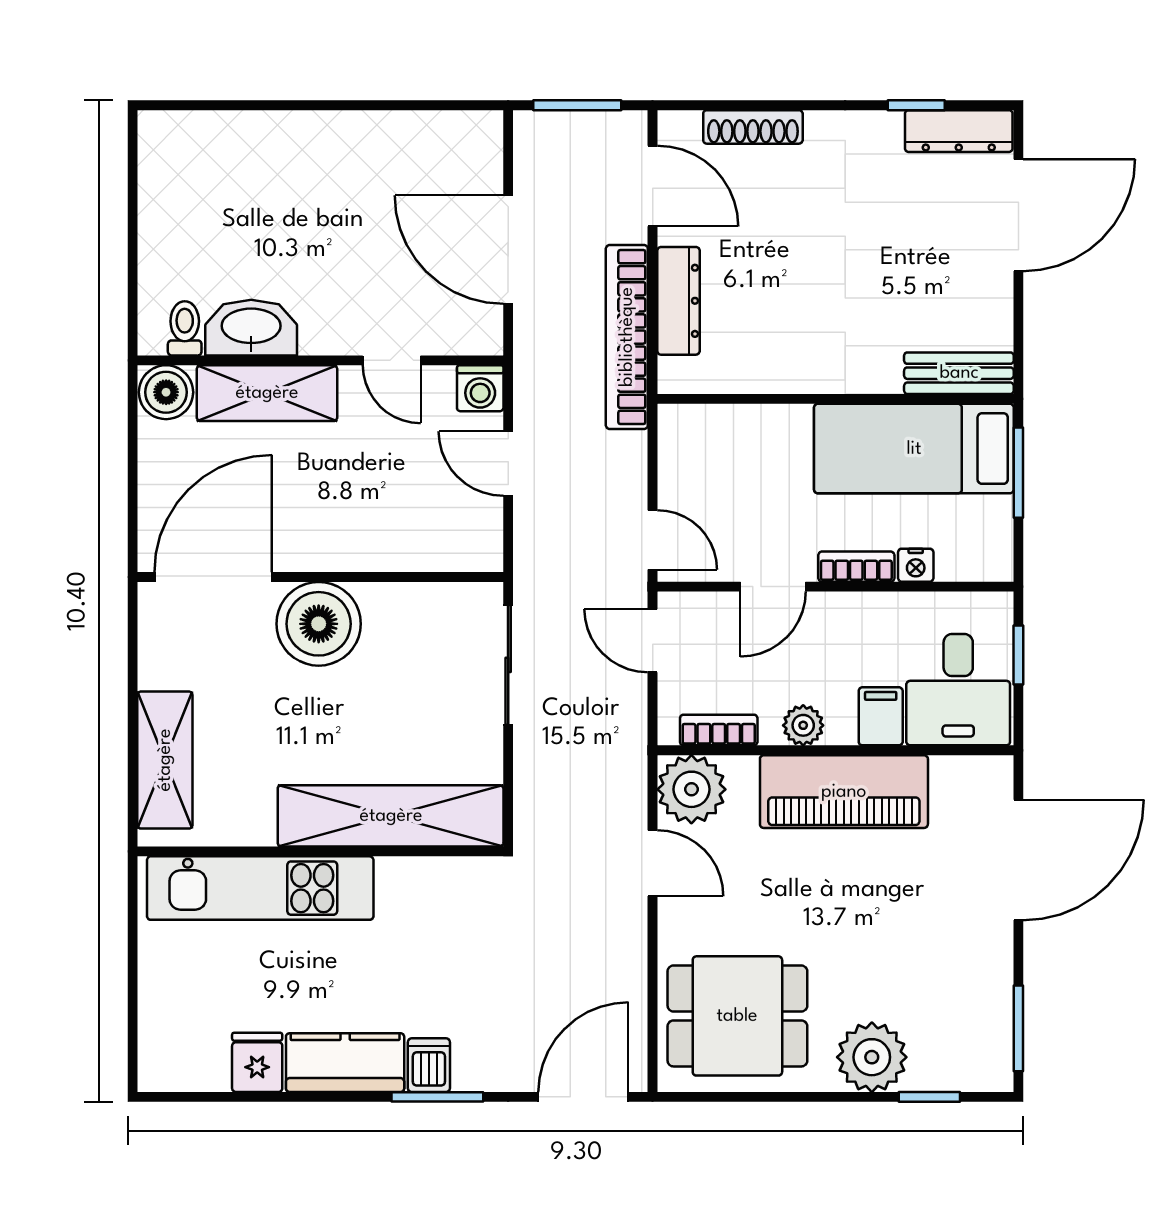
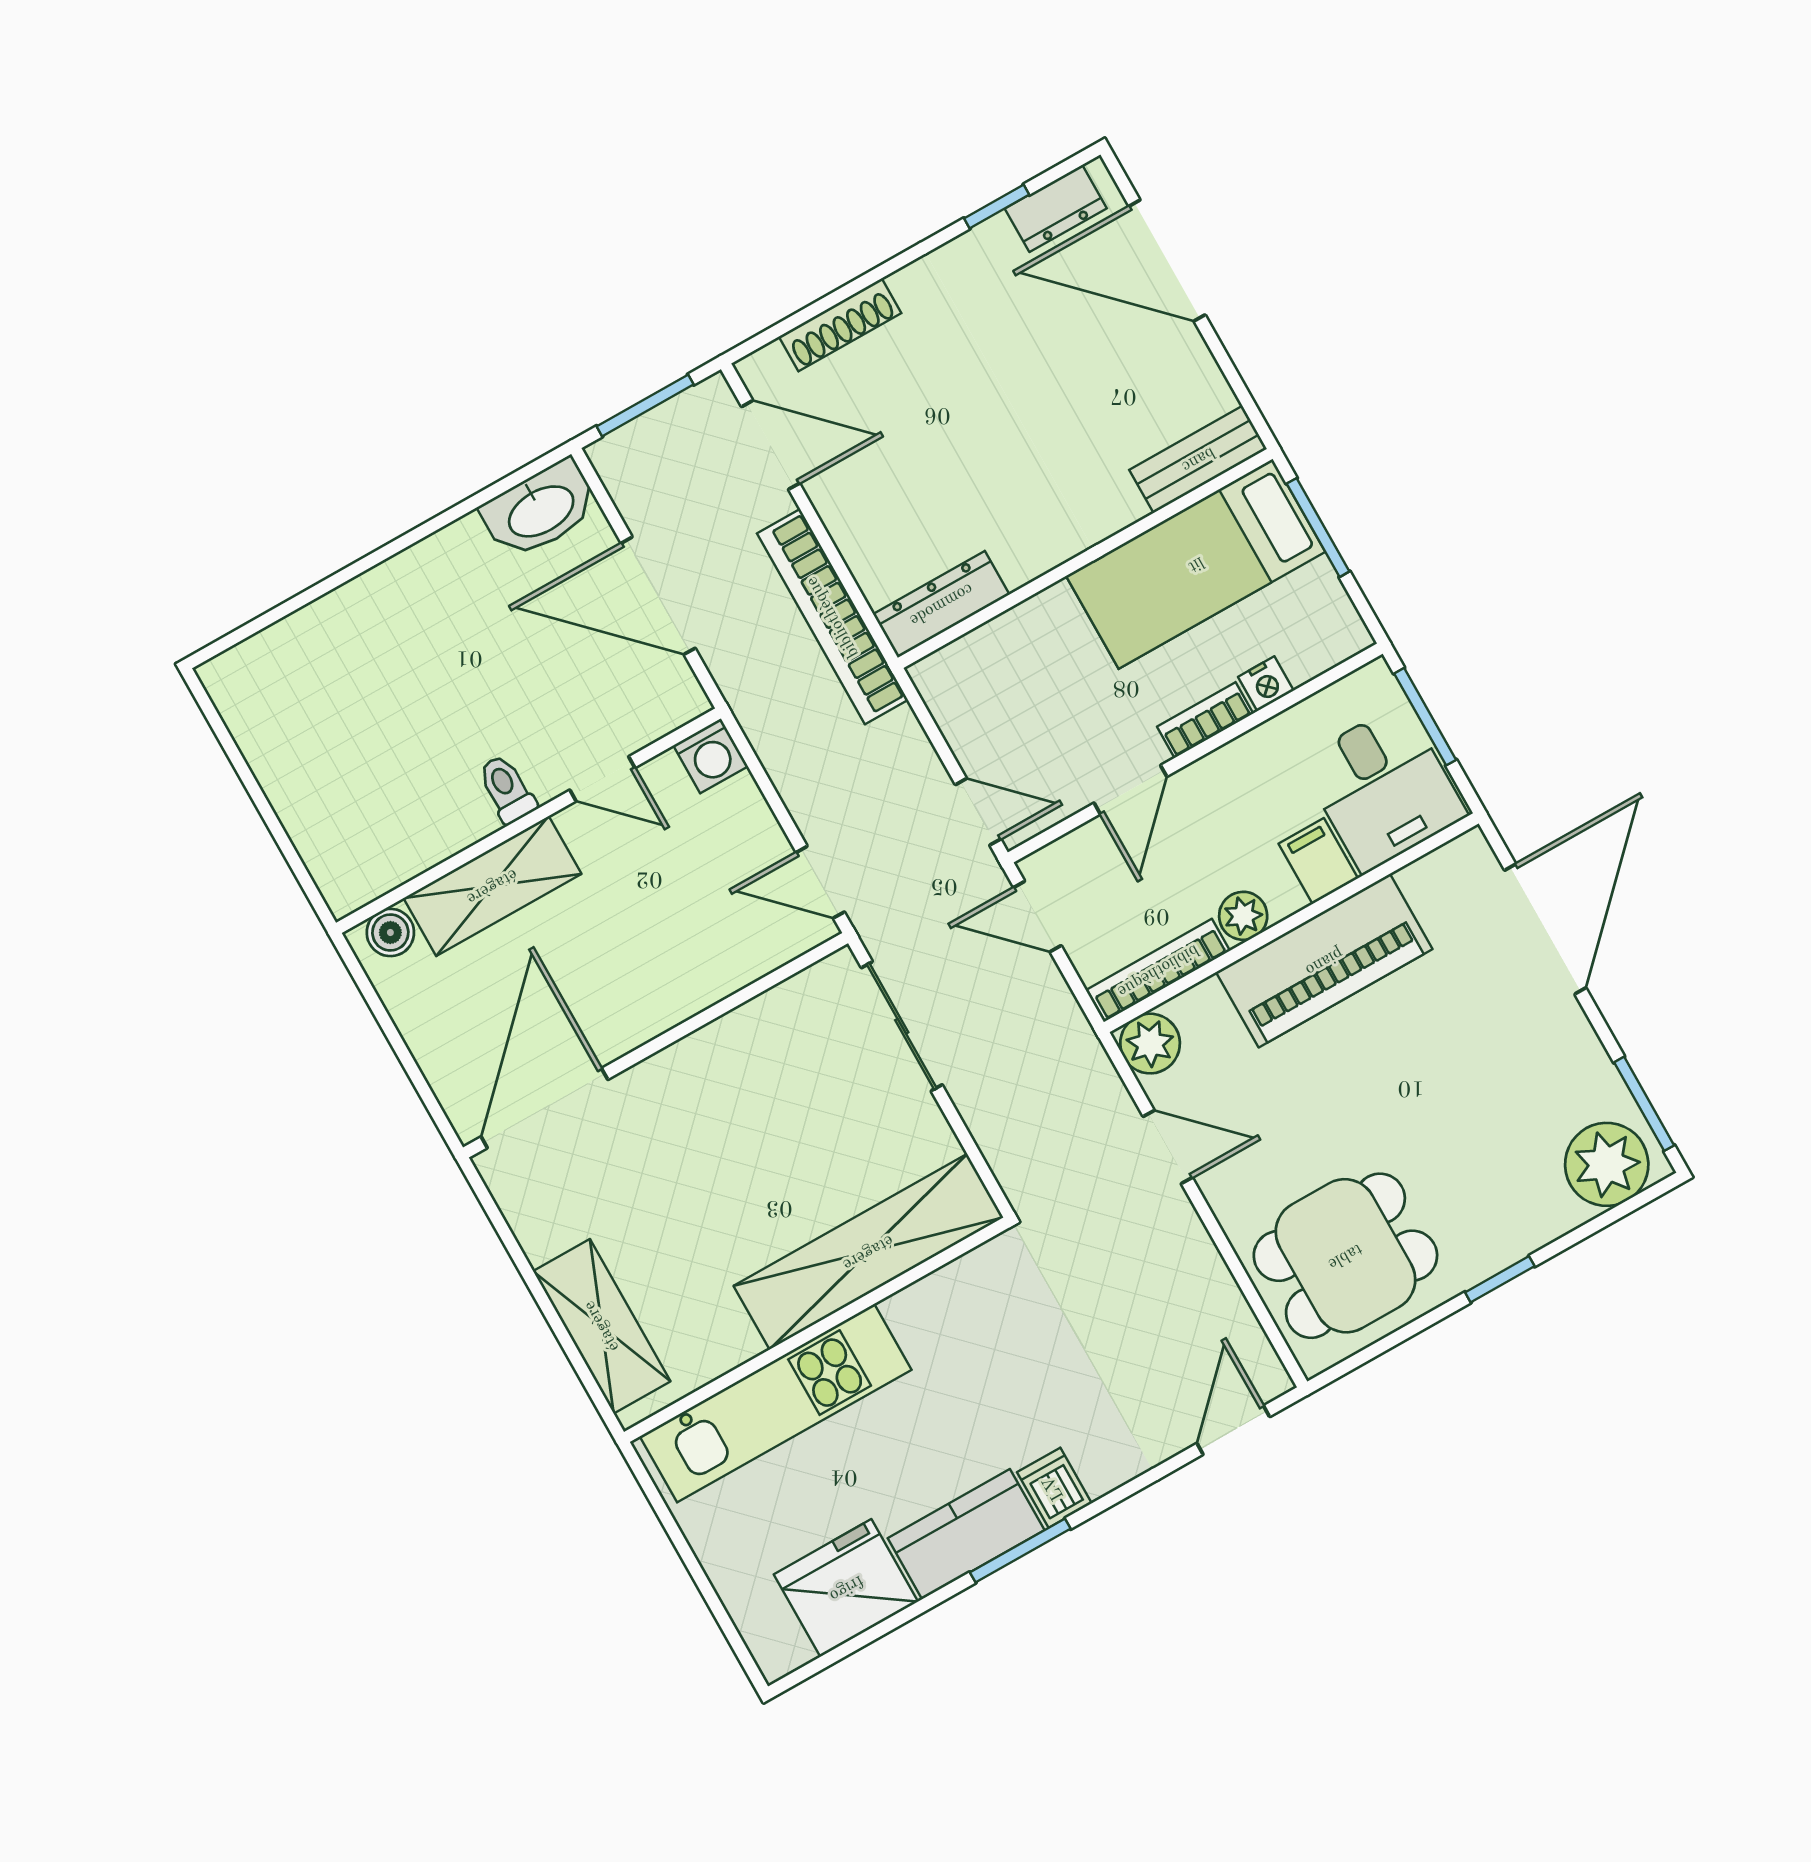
dresser: (959, 131) -> (1056, 208), width x0.70
door: (1018, 215) -> (1167, 261), swing flipped
dresser: (678, 301) -> (941, 604), moved, turned -90
toilet: (185, 328) -> (507, 789), moved
washbasin: (251, 328) -> (540, 510), moved, turned 180
boiler: (166, 392) -> (390, 933), width x0.73, depth x0.73
door: (508, 464) -> (820, 882), moved
boiler: (319, 624) -> (681, 1095), removed
window: (1018, 655) -> (1425, 717), width x1.50
bookcase: (719, 730) -> (1158, 970), width x1.56
plant: (691, 789) -> (1150, 1044), width x0.73, depth x0.73
plant: (872, 1057) -> (1607, 1164), moved
fridge: (257, 1062) -> (846, 1588), width x1.88, depth x1.34
window: (437, 1097) -> (1020, 1551), moved
door: (583, 1097) -> (1233, 1430), width x0.73
window: (929, 1097) -> (1500, 1279), moved

